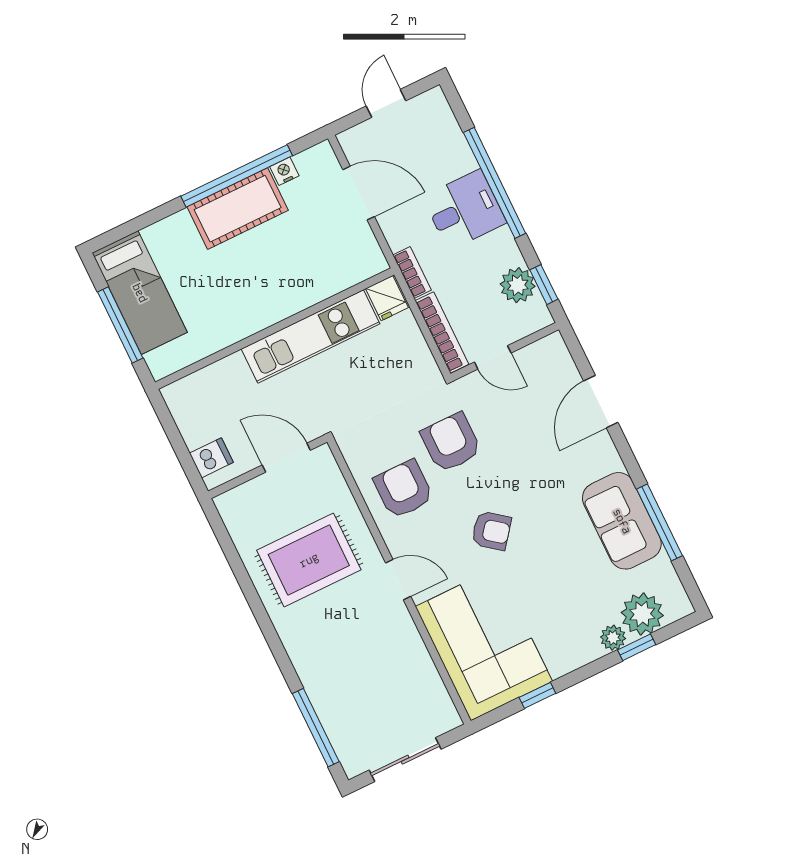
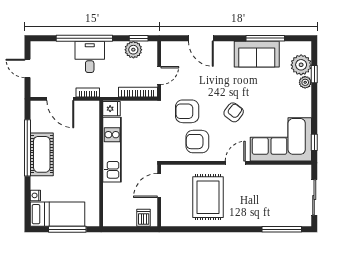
nightstand: (284, 171) -> (35, 195), moved
door: (359, 193) -> (60, 99), swing flipped
bookcase: (412, 273) -> (88, 93), moved
window: (537, 695) -> (314, 142), moved

